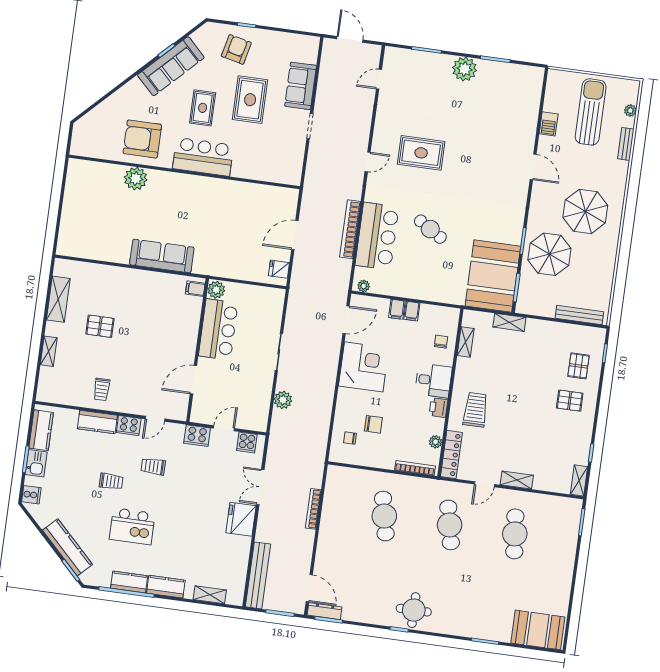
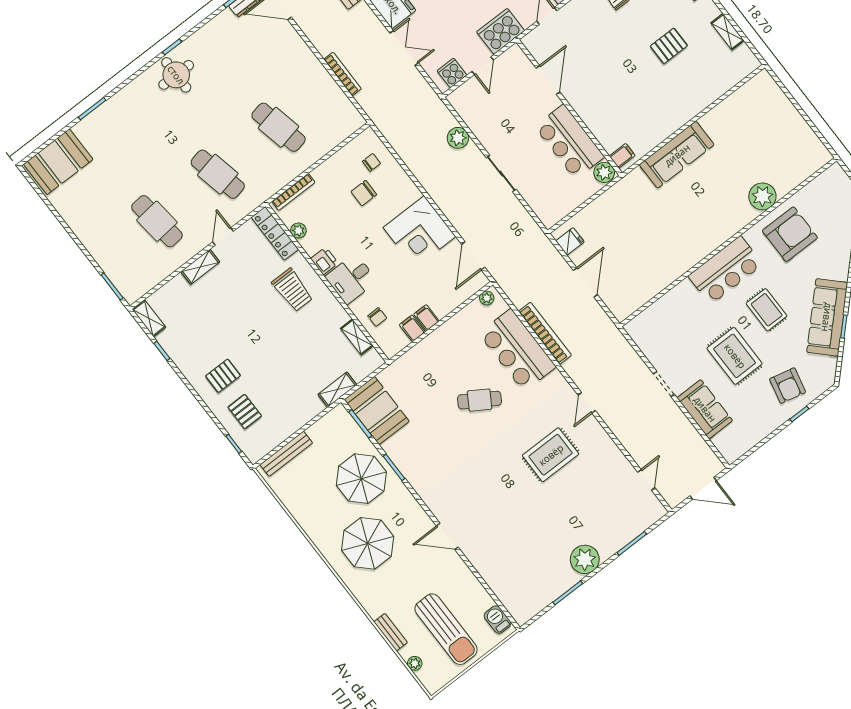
barbecue: (549, 124) -> (498, 620), moved
booth: (493, 276) -> (377, 411), width x0.73, depth x0.70
shelving: (58, 299) -> (727, 32), width x0.67, depth x0.75
filing cabinet: (397, 309) -> (412, 328), moved
cooker: (197, 436) -> (501, 31), width x1.37, depth x1.31

